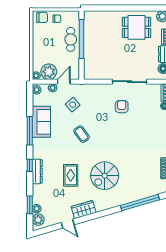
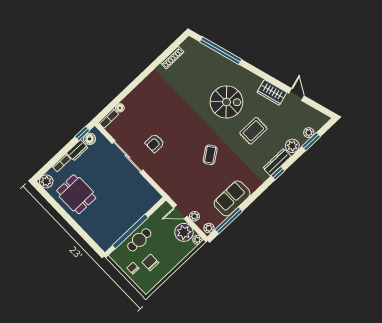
chair: (42, 17) -> (150, 262), moved
side table: (73, 105) -> (192, 186), removed
window: (30, 131) -> (229, 220), moved
plant: (38, 220) -> (292, 146), moved

